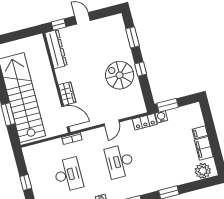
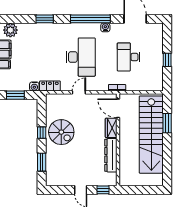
dresser: (56, 49) -> (111, 155), moved
window: (168, 105) -> (15, 95), moved
desk: (120, 161) -> (81, 57), width x1.36, depth x1.30

